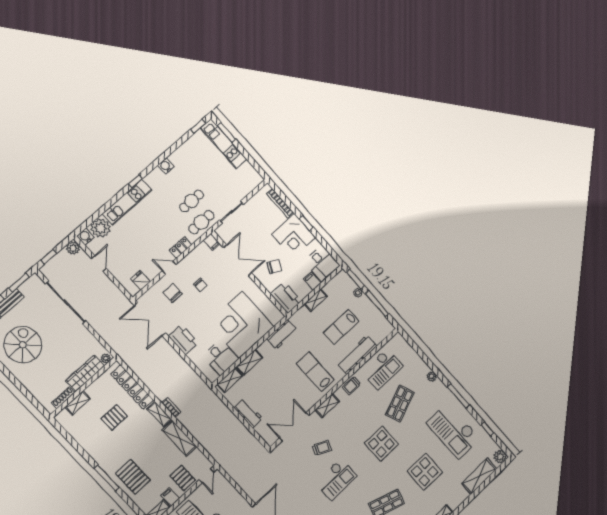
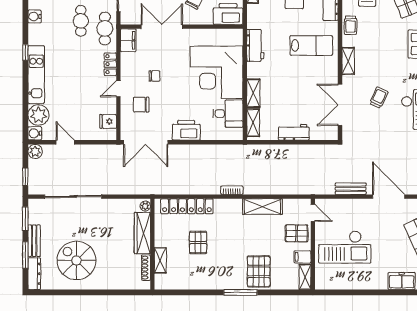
filing cabinet: (212, 242) -> (128, 40), width x2.00
lab bench: (315, 372) -> (311, 46), turned 180
shelving: (159, 414) -> (228, 205), removed
pallet: (133, 477) -> (259, 271), turned 90
bench: (246, 486) -> (351, 189), added

